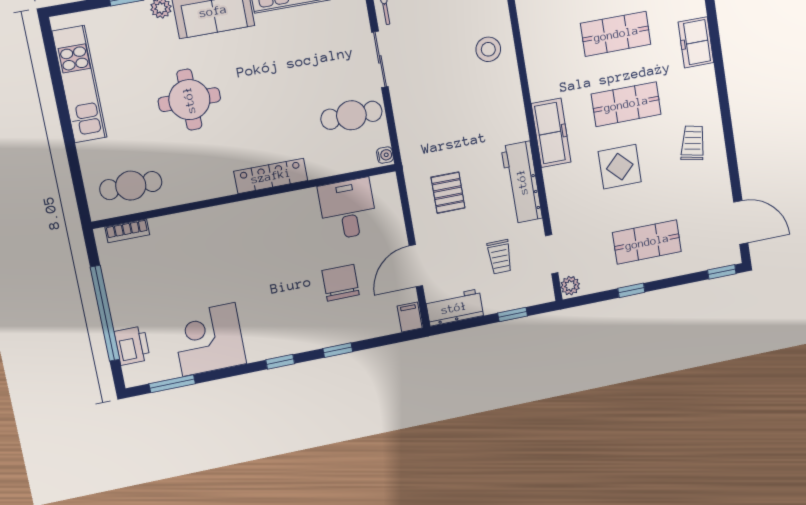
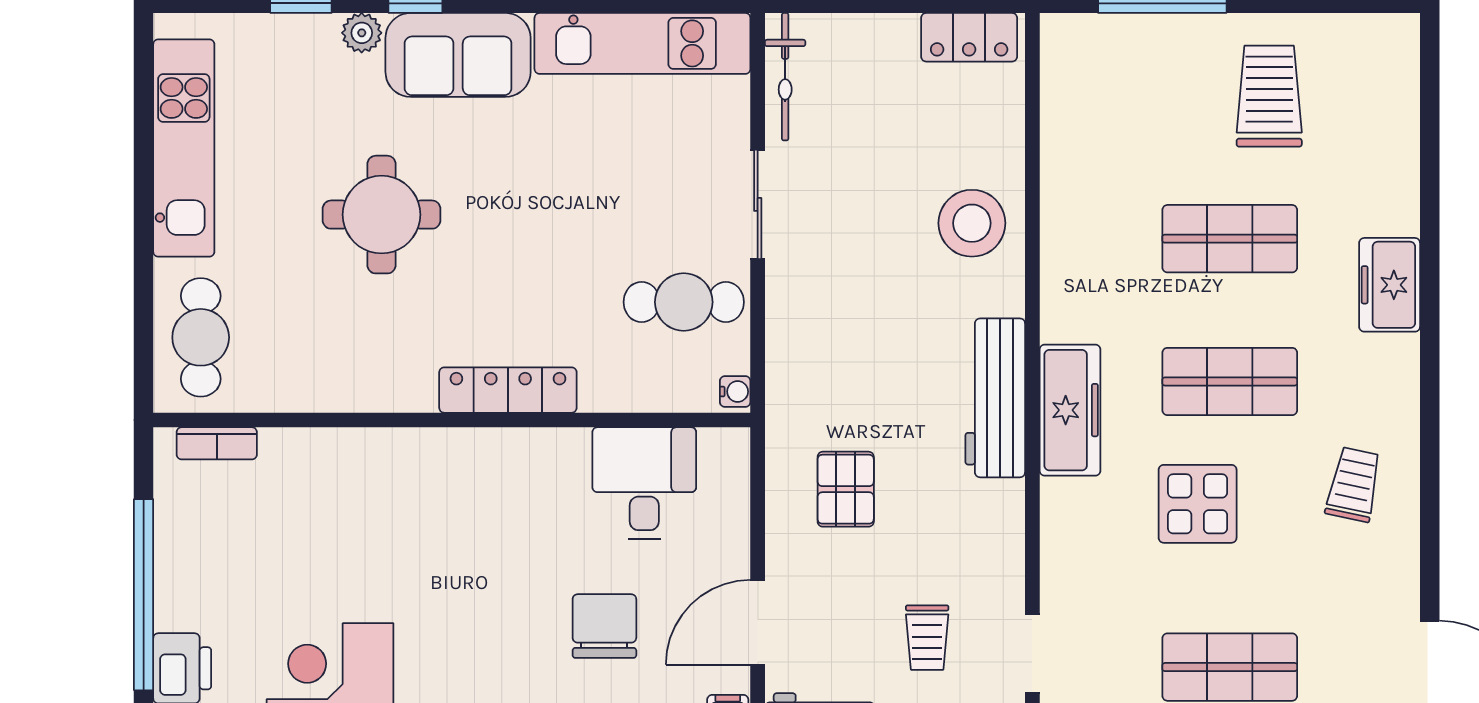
stool: (488, 49) -> (972, 223), width x1.38, depth x1.38
workbench: (522, 182) -> (995, 398), moved
cafe table: (131, 186) -> (201, 337), moved, turned 90

